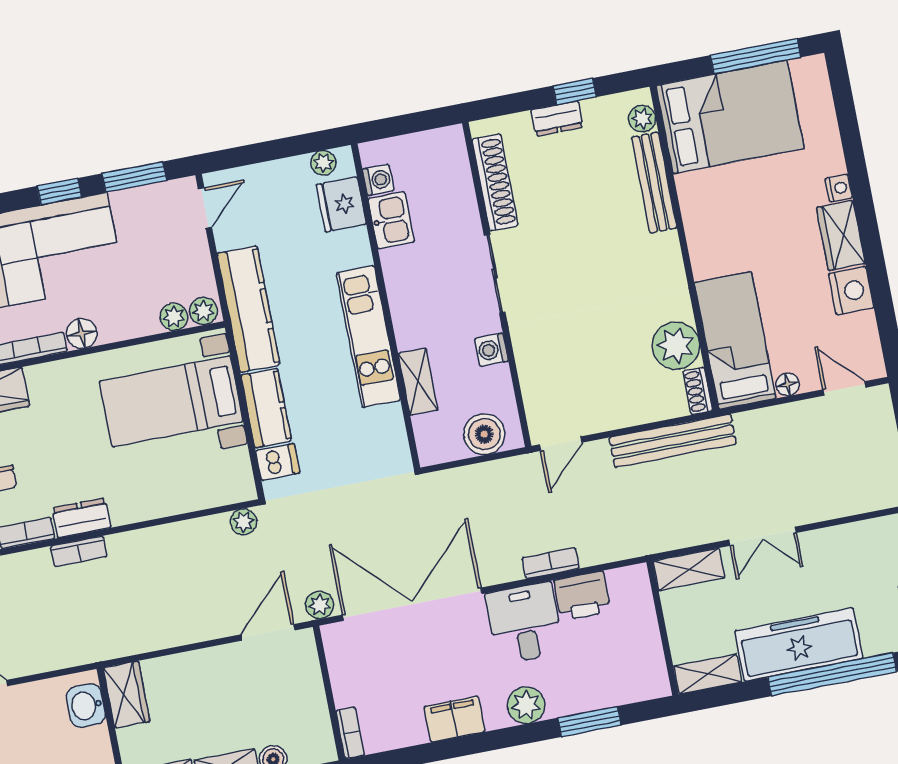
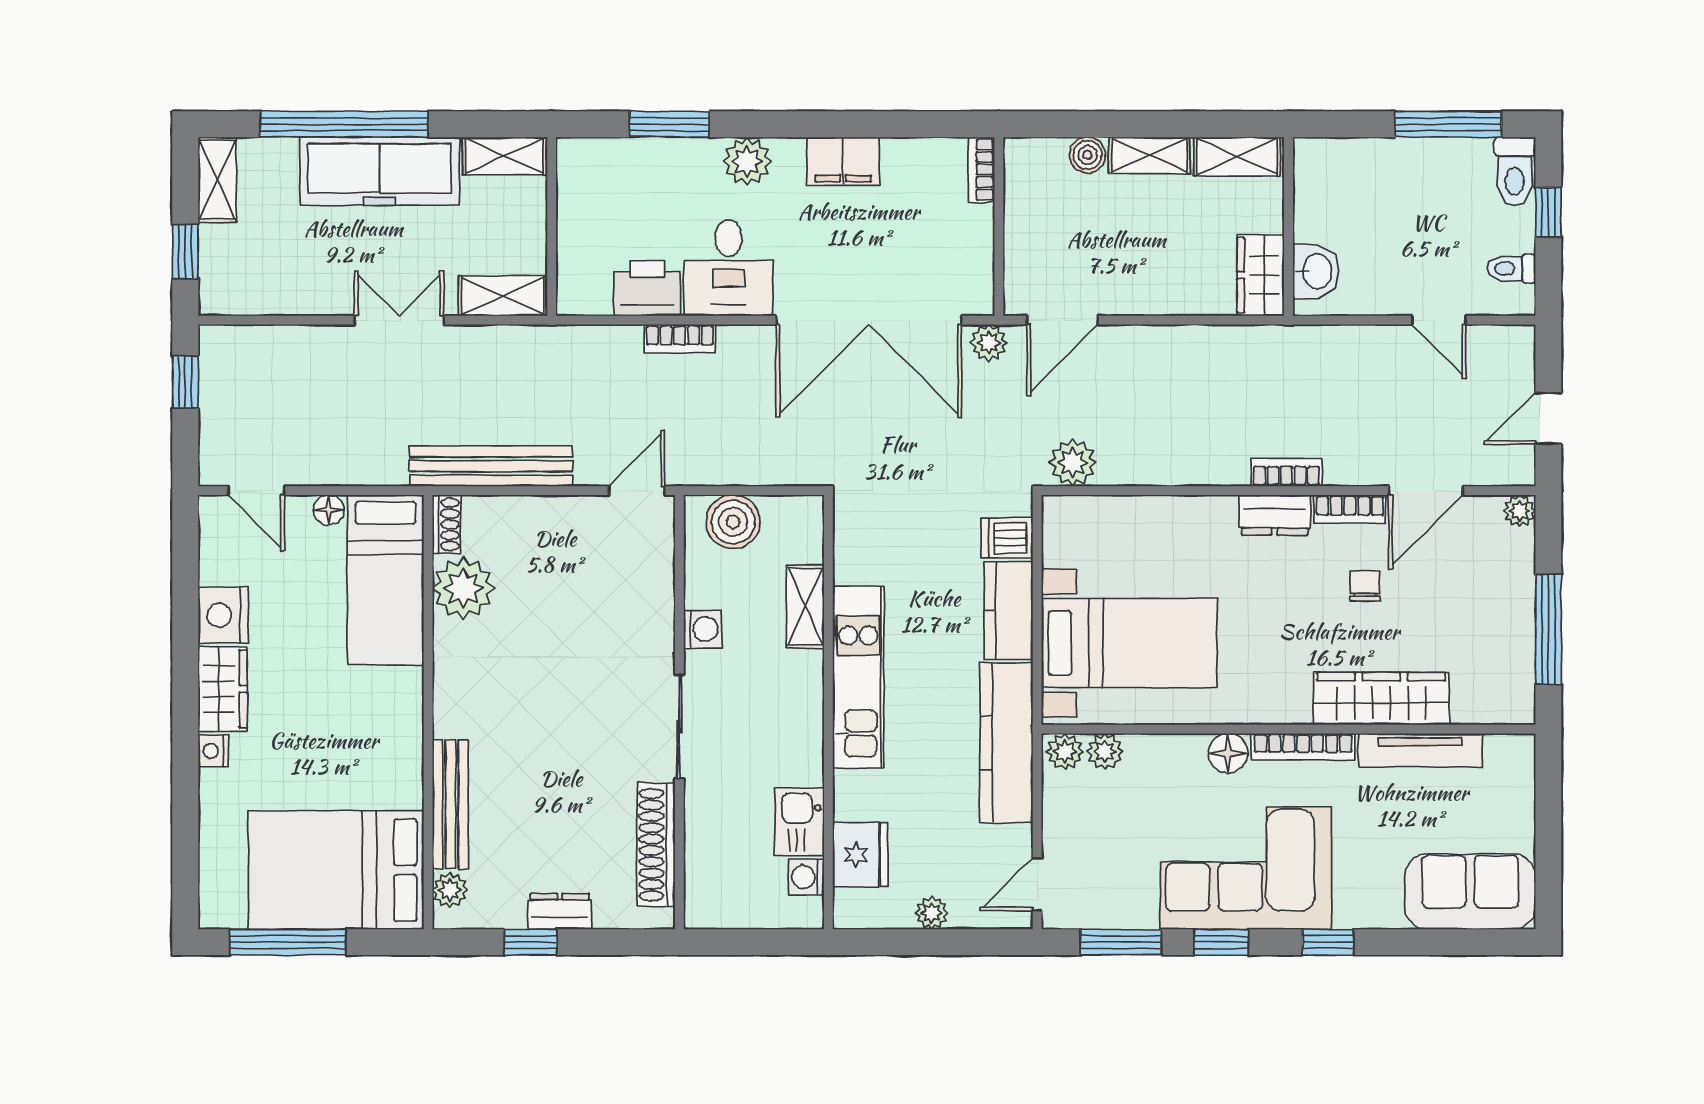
plant: (323, 163) -> (932, 913), moved
plant: (244, 522) -> (1073, 463), width x1.38, depth x1.38

